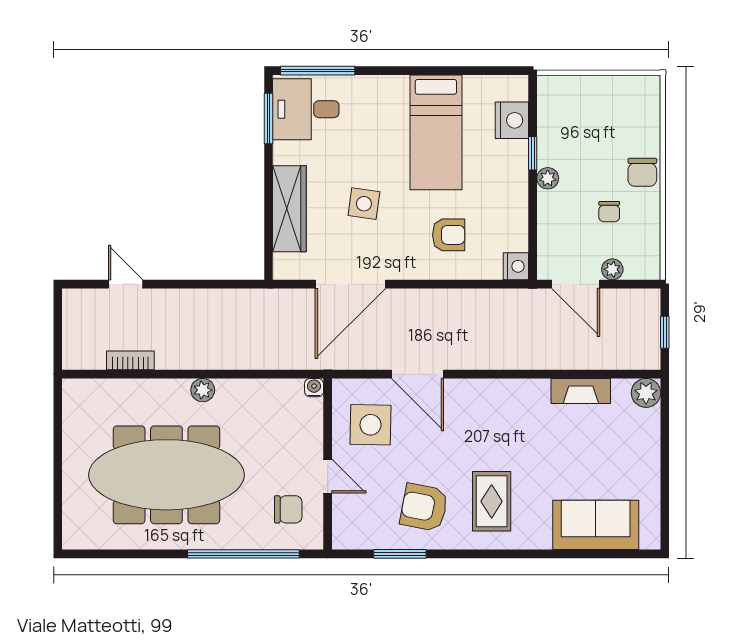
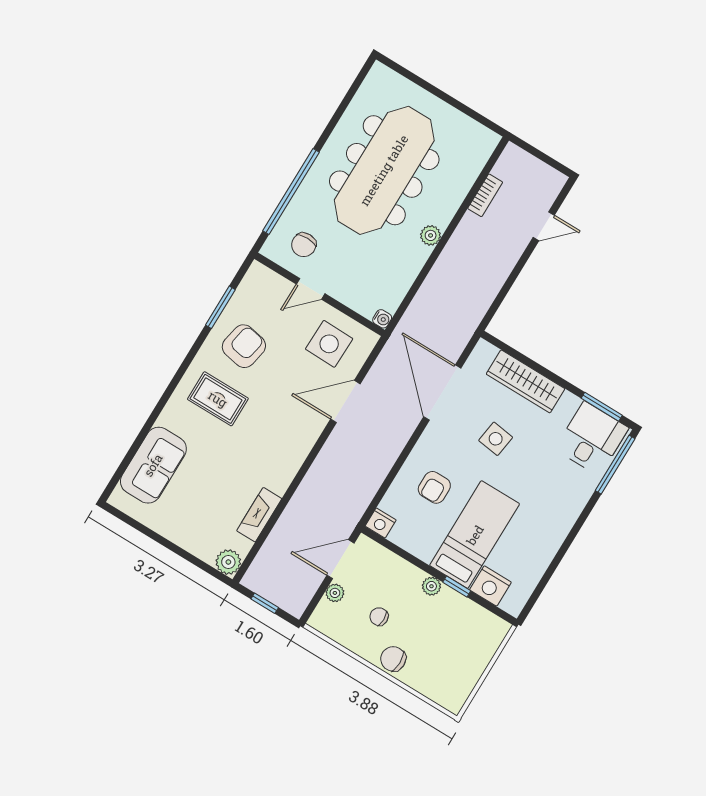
bed: (436, 132) -> (475, 535), moved, turned 90

